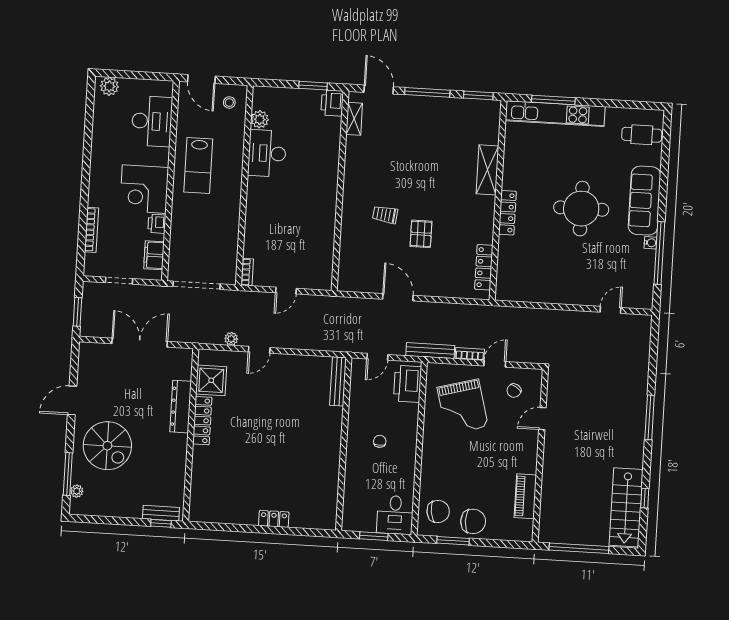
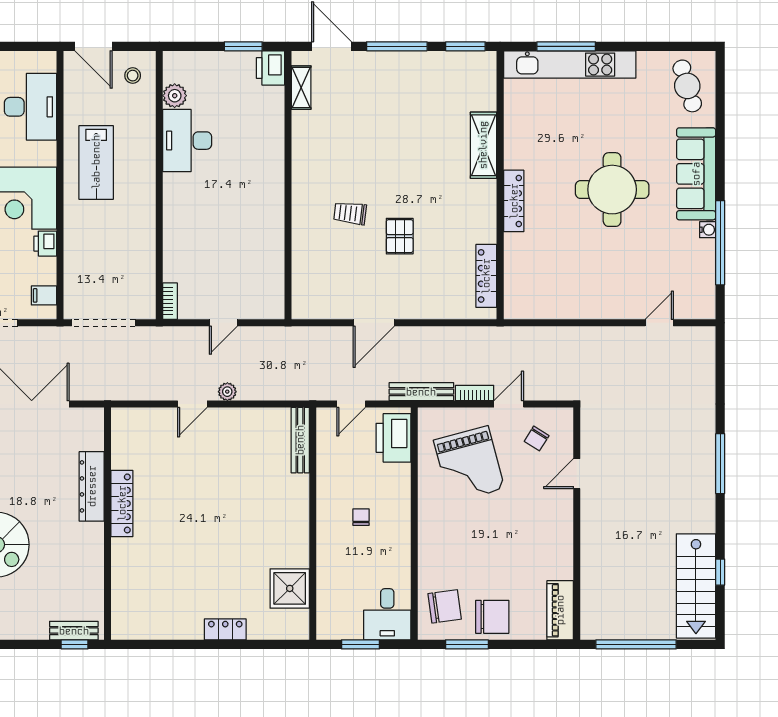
cafe table: (642, 135) -> (687, 86), turned 73
filing cabinet: (154, 255) -> (44, 295), width x0.50
door: (398, 297) -> (374, 323), swing flipped
plant: (231, 339) -> (227, 392), moved
shower: (211, 380) -> (290, 588), moved
piano: (525, 496) -> (560, 610), moved

